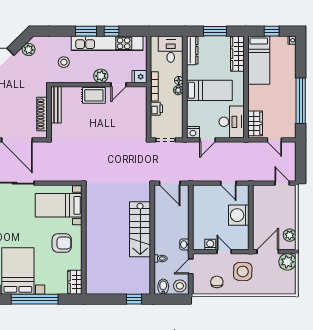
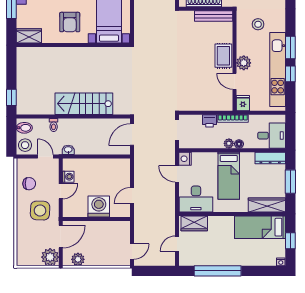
door: (268, 252) -> (61, 237), hinge flipped

